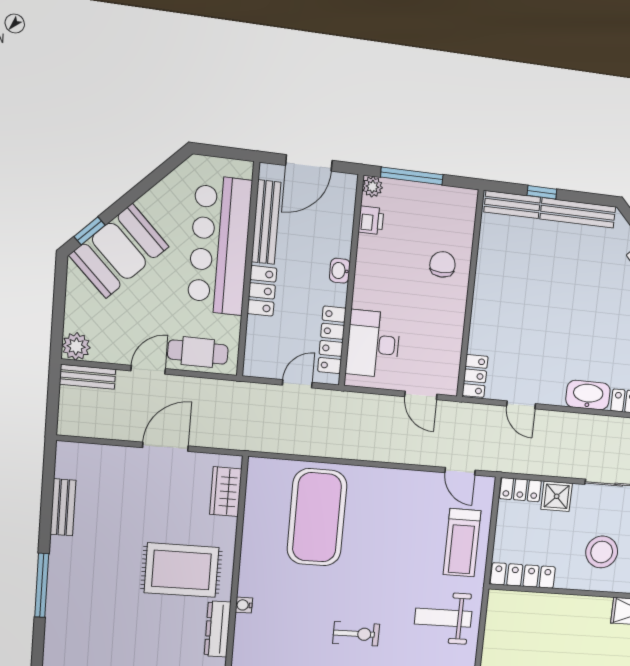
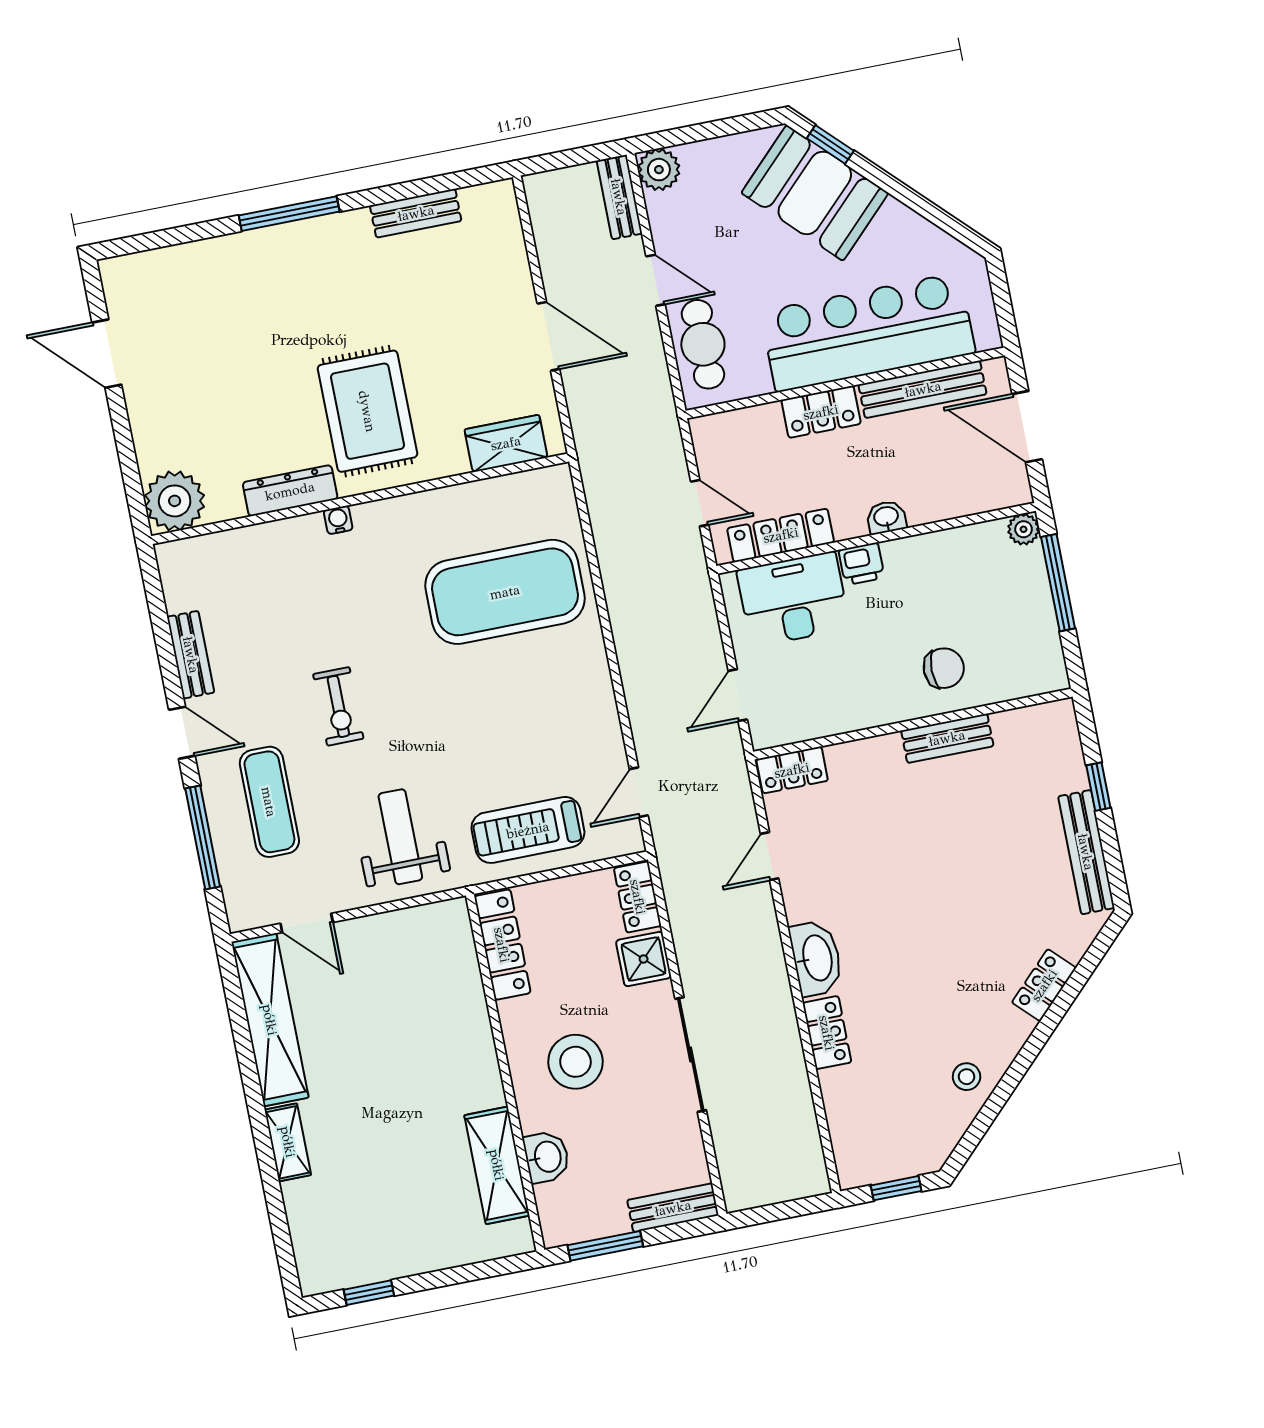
bench: (512, 205) -> (947, 738), moved, turned 90
printer: (371, 220) -> (861, 564), moved

